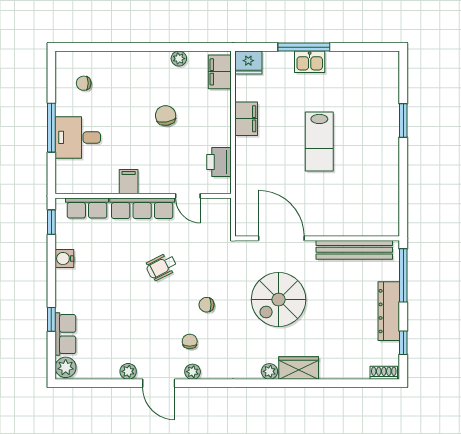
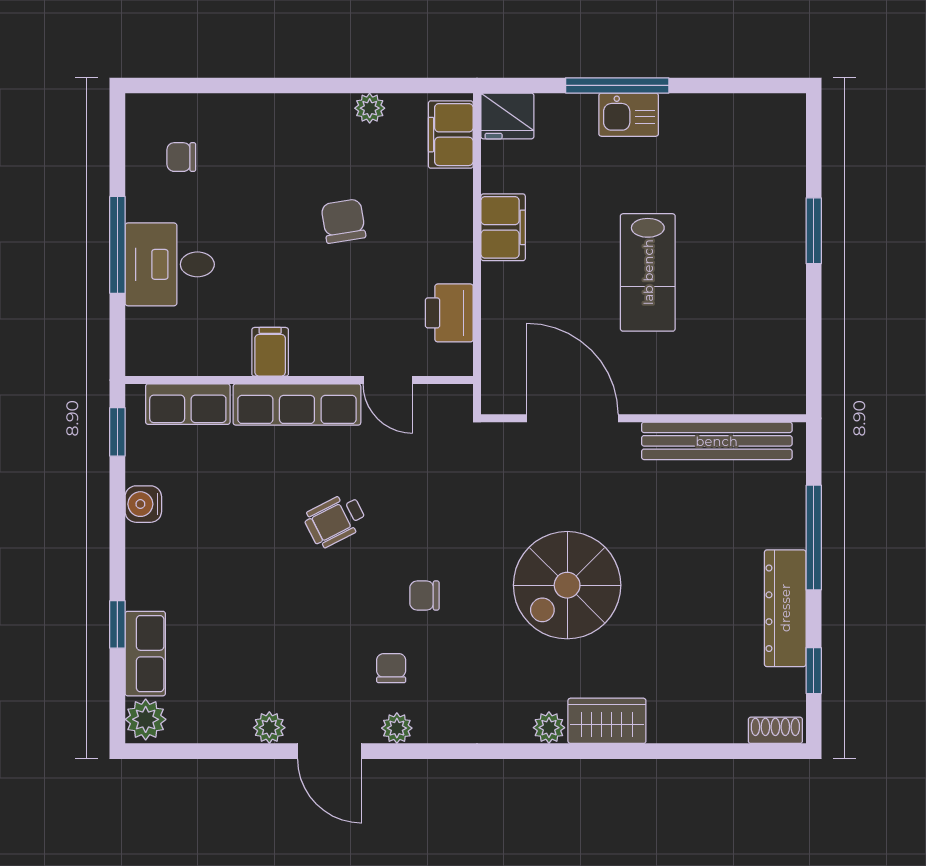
door: (281, 238) -> (572, 418), moved
wall: (317, 238) -> (643, 418), moved
bench: (354, 250) -> (717, 441), moved

